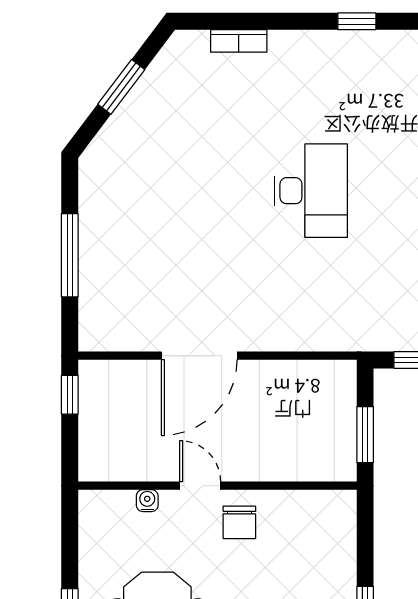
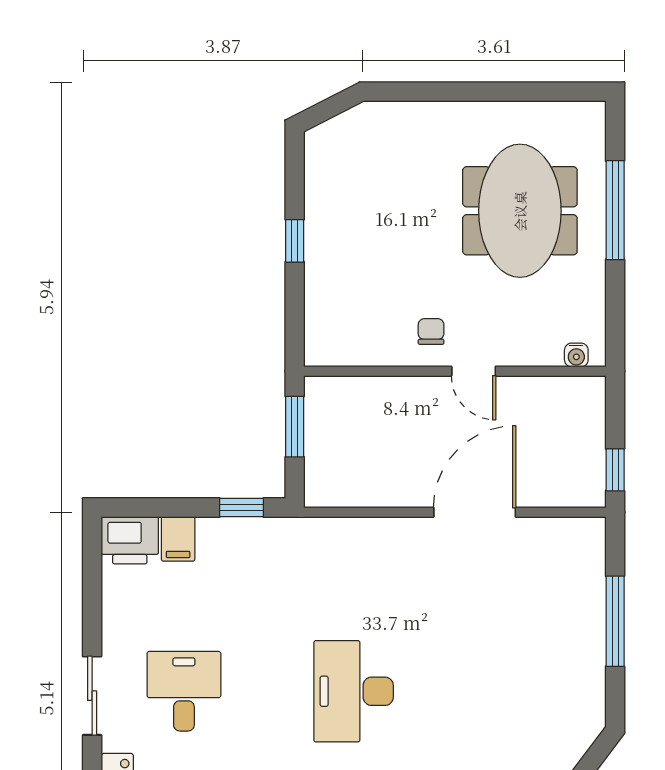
water cooler: (147, 501) -> (576, 355), moved
chair: (239, 522) -> (431, 331), width x0.73, depth x0.73

